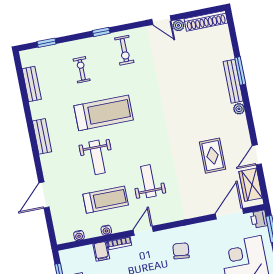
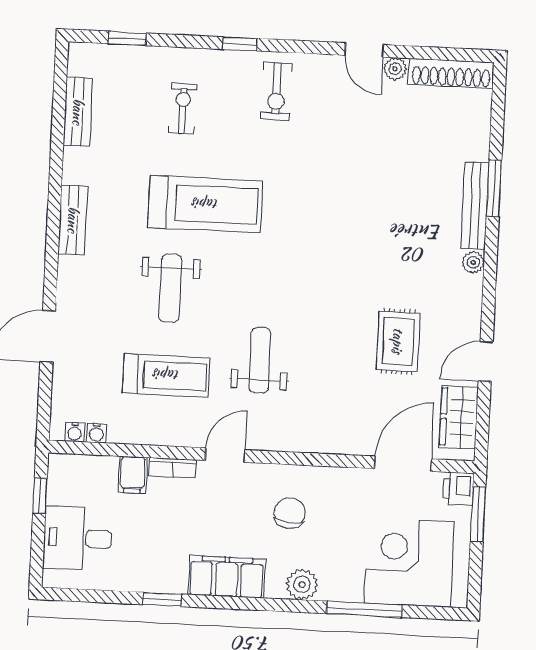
water cooler: (106, 230) -> (75, 432), moved

